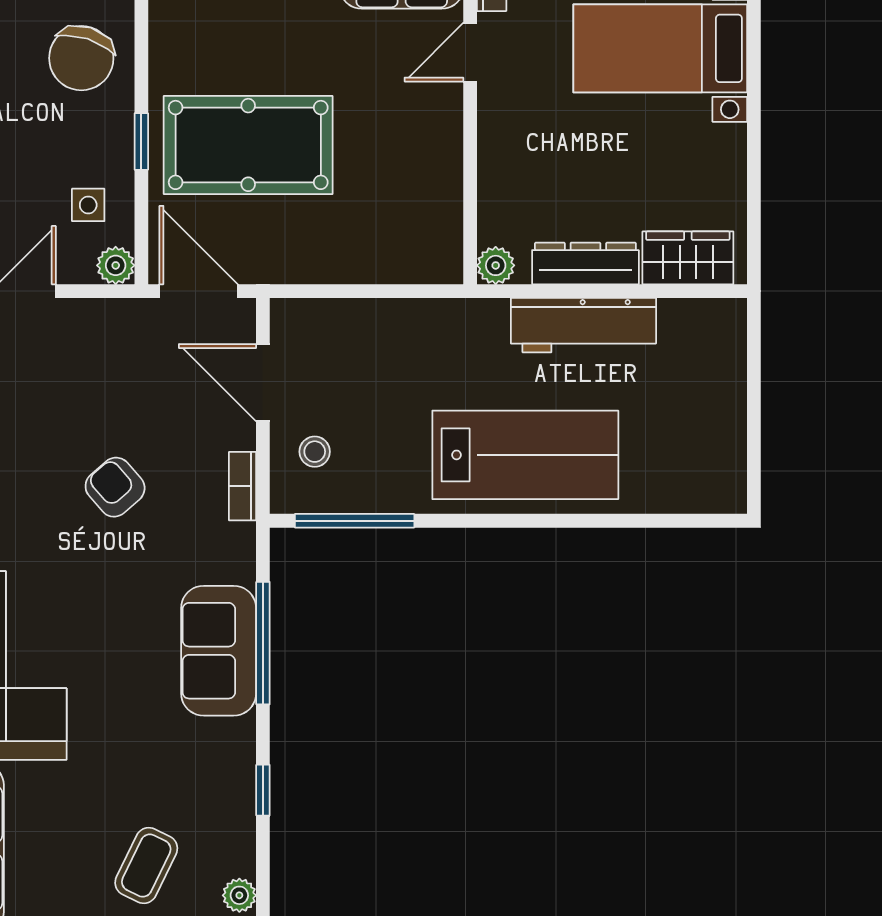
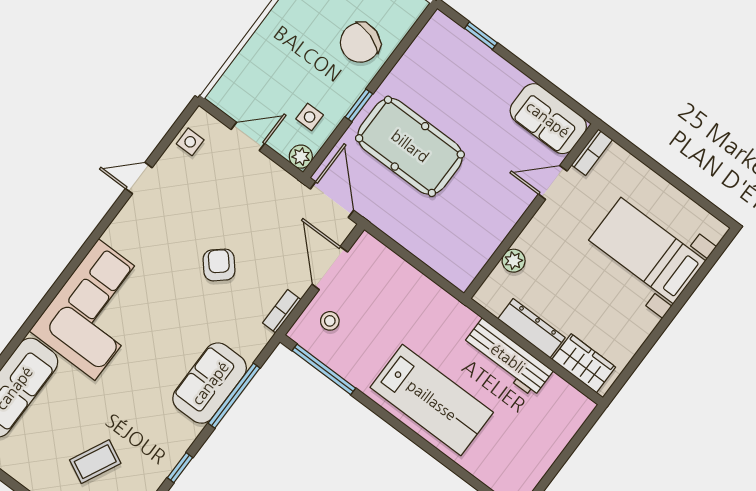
plant: (496, 265) -> (514, 261), moved

